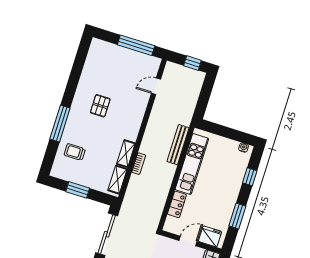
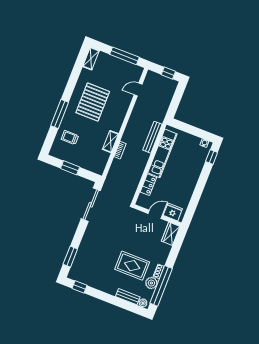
pallet: (100, 106) -> (93, 102), width x2.05, depth x2.00
window: (250, 177) -> (212, 157), moved
shelving: (118, 180) -> (91, 59), moved
window: (237, 216) -> (196, 197), removed

